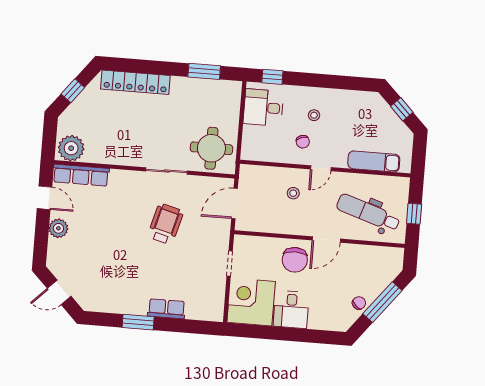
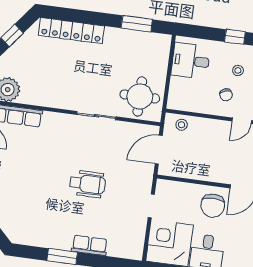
window: (272, 77) -> (235, 37), moved
stool: (293, 193) -> (182, 125), moved
wheelchair: (166, 224) -> (87, 184), moved, turned 75

